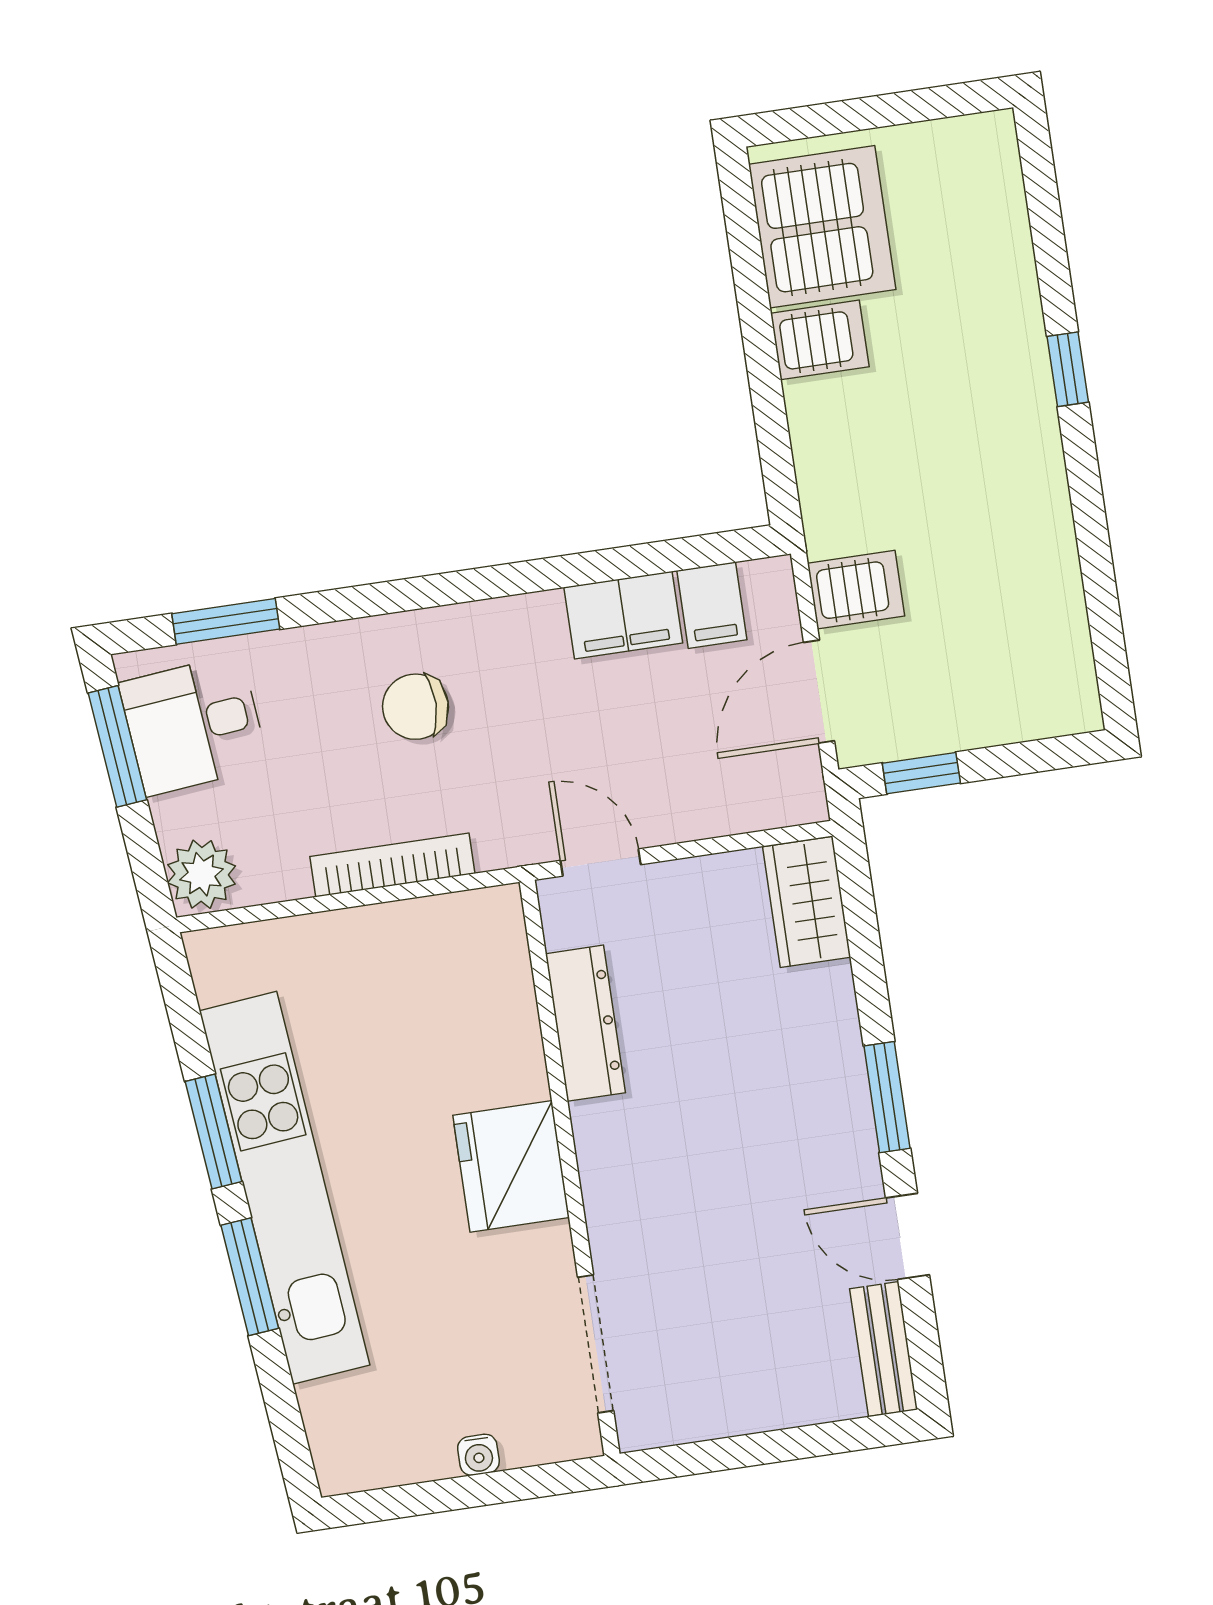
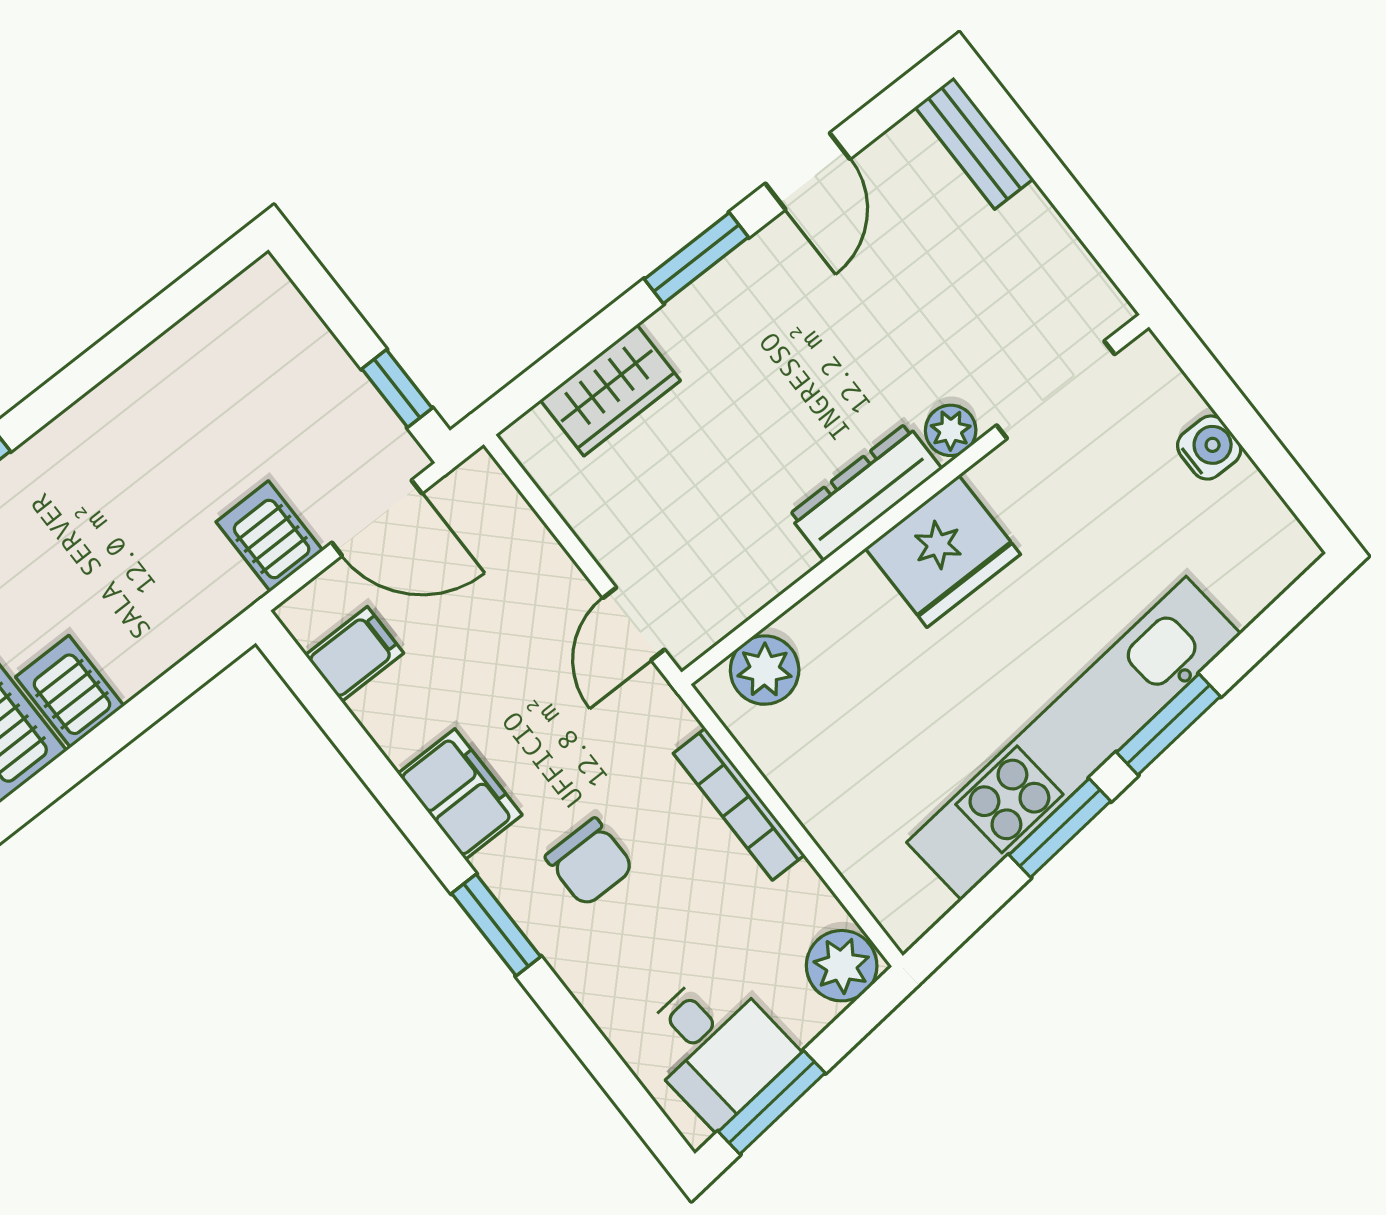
filing cabinet: (623, 615) -> (460, 794), moved
window: (226, 621) -> (496, 925), moved
wardrobe: (807, 902) -> (610, 390), moved
plant: (496, 953) -> (765, 670), added
dresser: (585, 1023) -> (865, 492), moved
plant: (612, 1233) -> (951, 430), added
bench: (884, 1349) -> (974, 143), moved, turned 90
water cooler: (478, 1455) -> (1209, 448), width x1.38, depth x1.38

